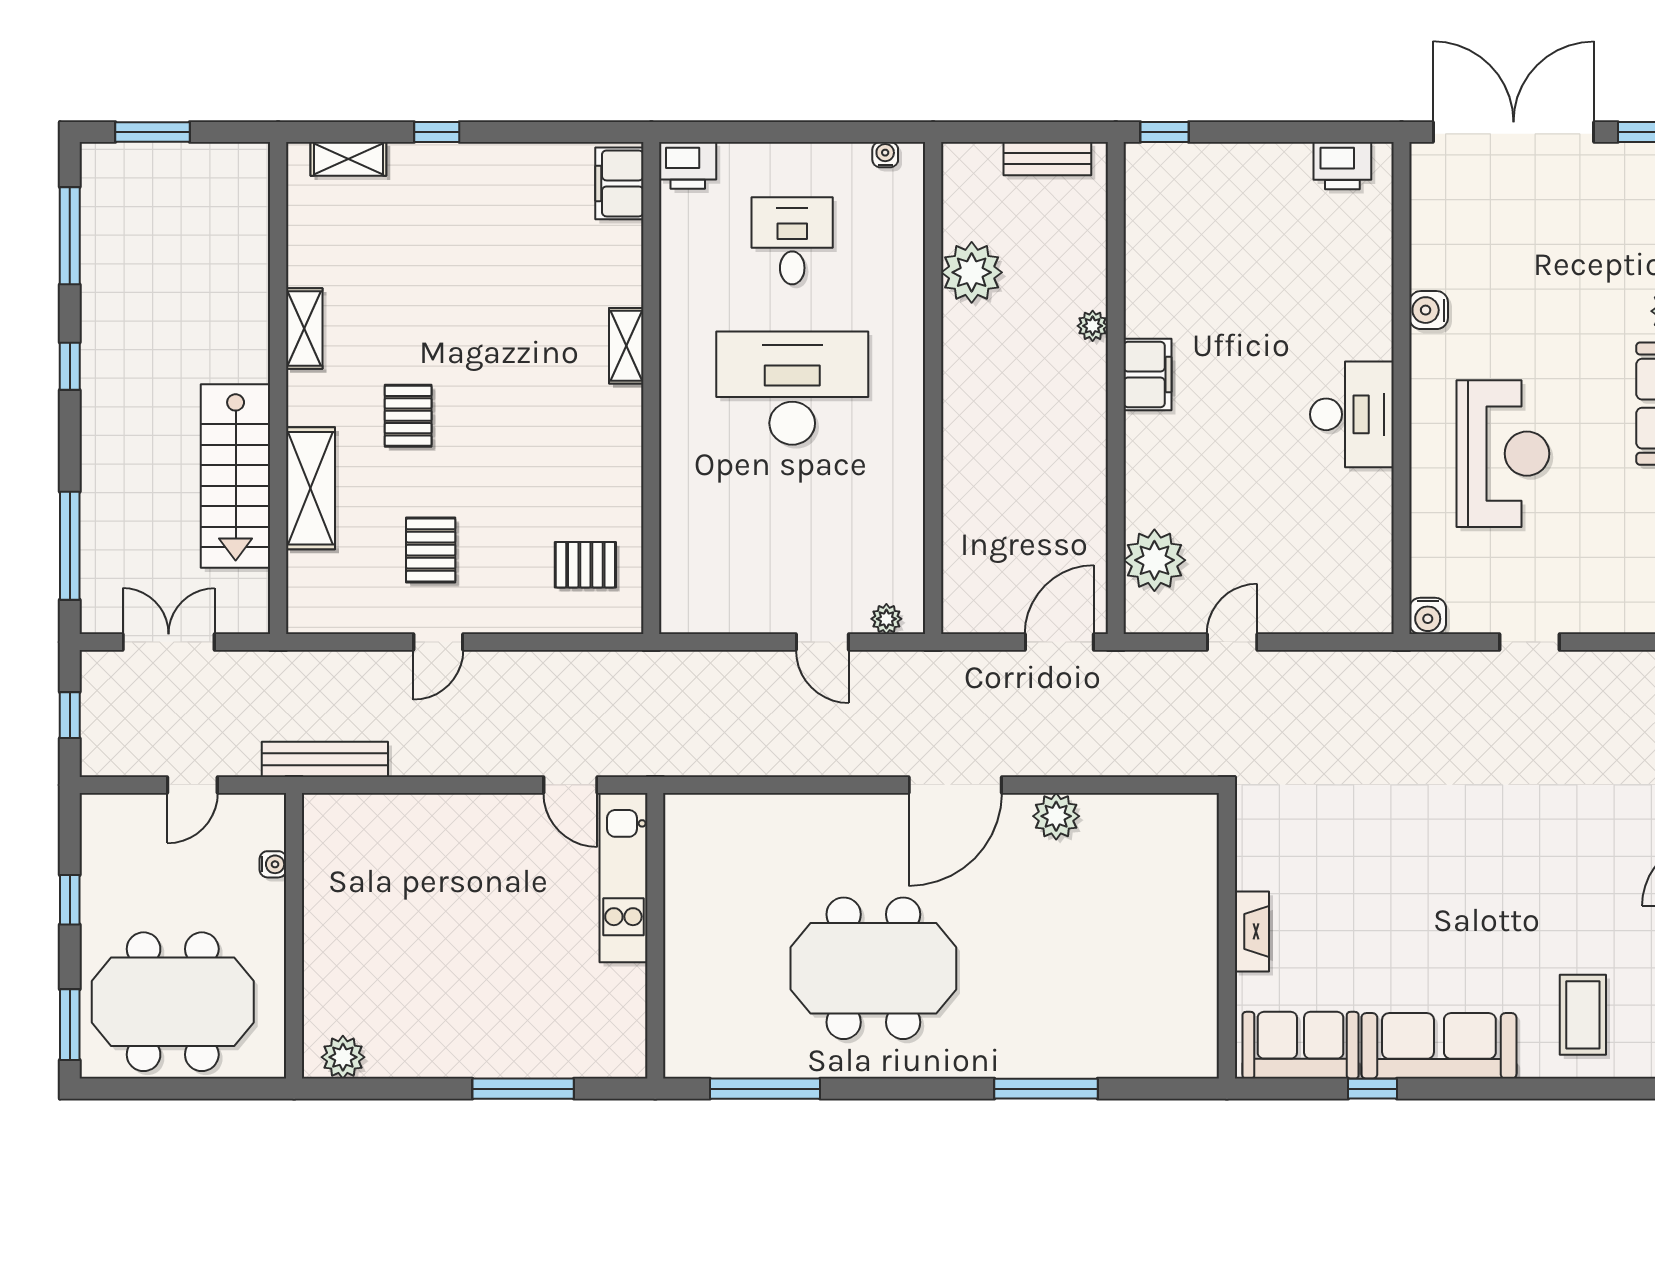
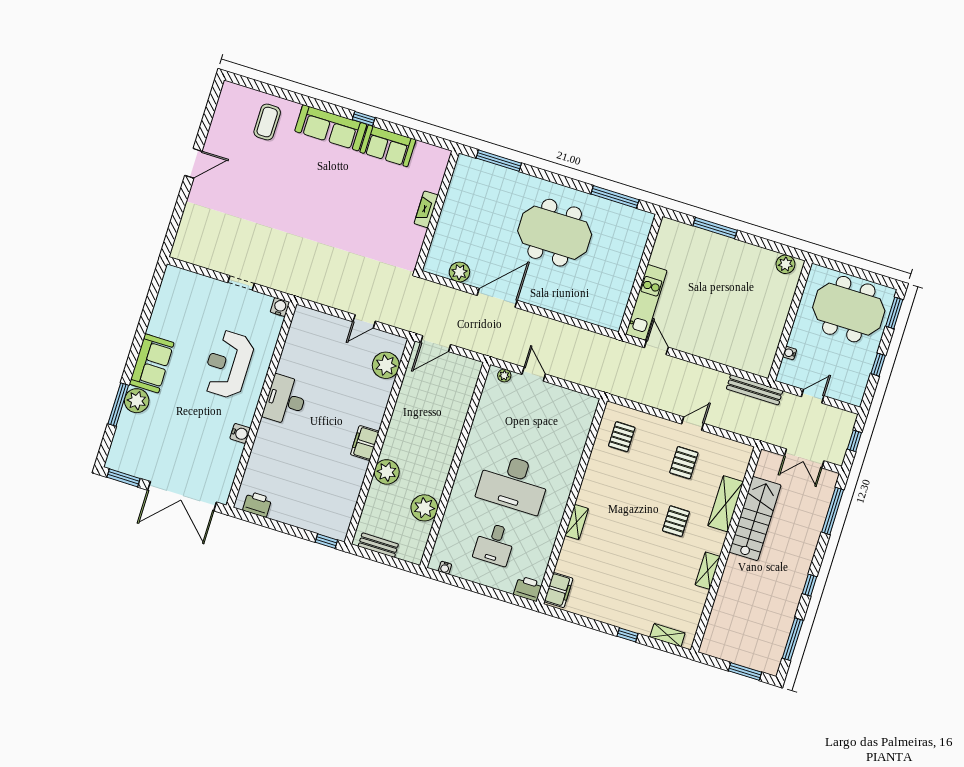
plant: (1093, 326) -> (387, 472), width x1.87, depth x1.87
pallet: (585, 565) -> (622, 437), turned 90
fireplace: (1252, 931) -> (426, 209), moved
wall: (1227, 936) -> (437, 211), moved

